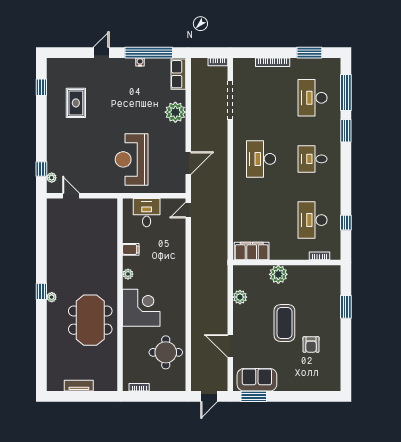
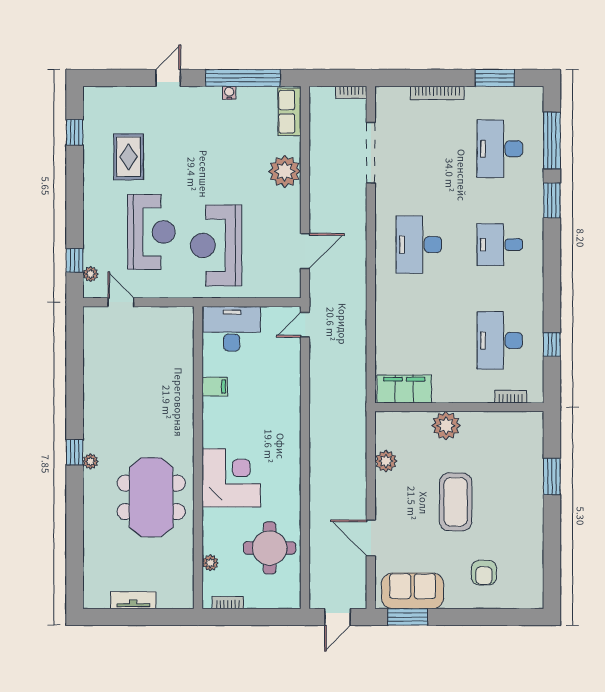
reception desk: (90, 151) -> (151, 232), added
desk: (147, 213) -> (232, 329), width x1.37
plant: (128, 274) -> (210, 563), moved
armchair: (311, 344) -> (484, 573), moved

